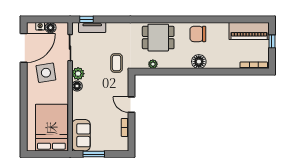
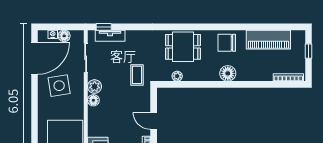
piano: (249, 31) -> (268, 40), moved

